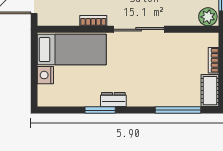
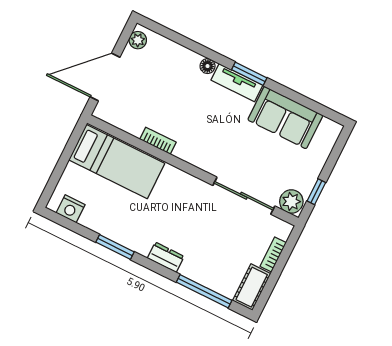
sliding door: (139, 29) -> (244, 196), moved
nightstand: (45, 75) -> (71, 209), moved, turned -90
dresser: (113, 100) -> (166, 257), moved

